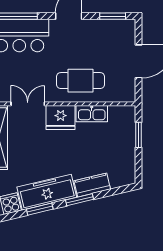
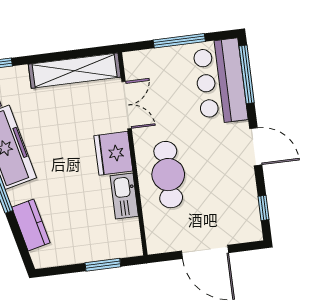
window: (113, 16) -> (263, 208), width x0.67
kitchen counter: (92, 185) -> (31, 225), moved

